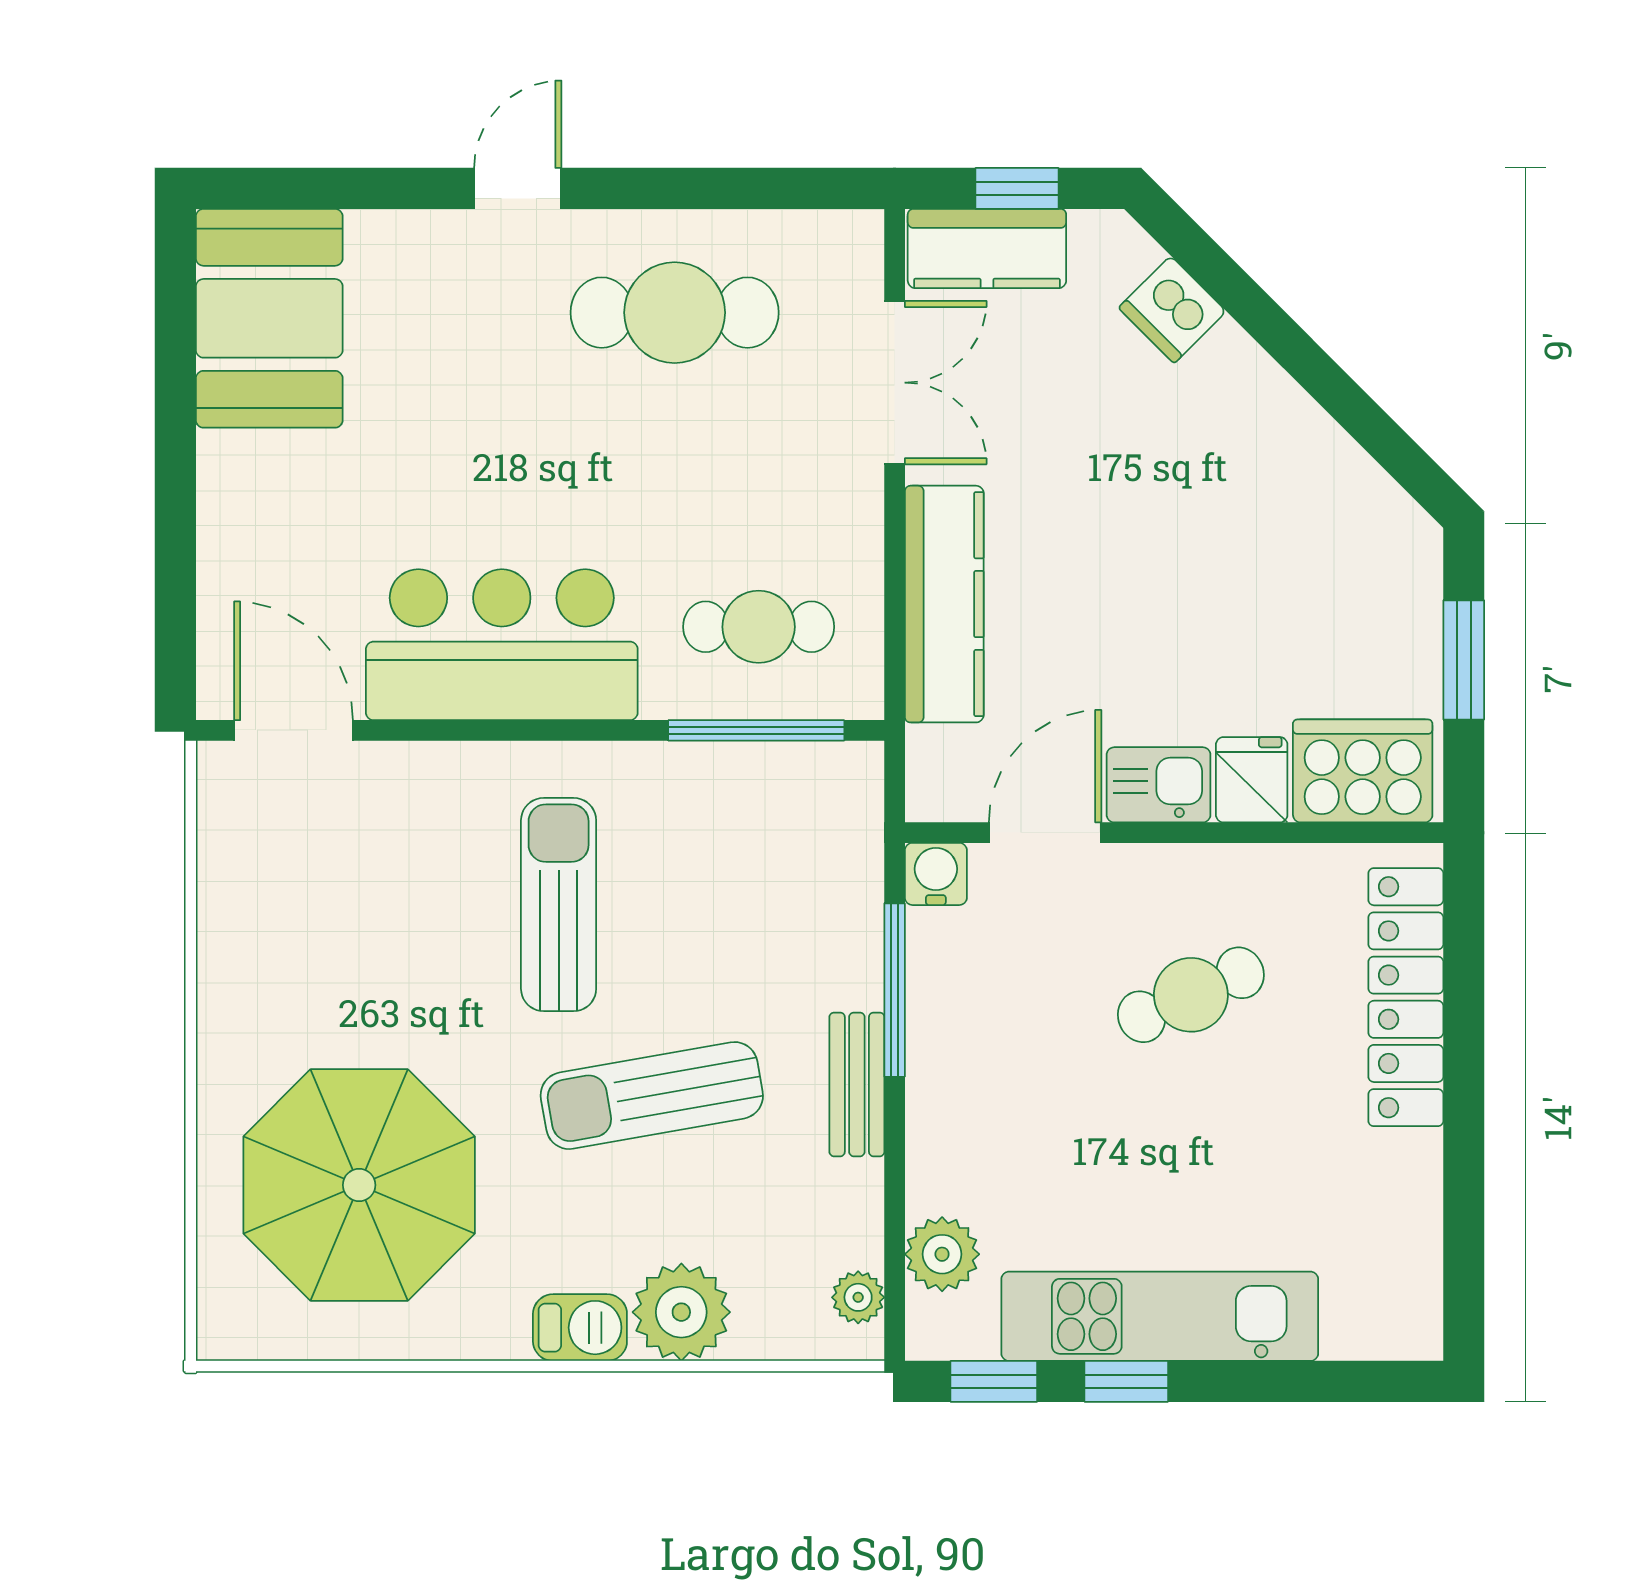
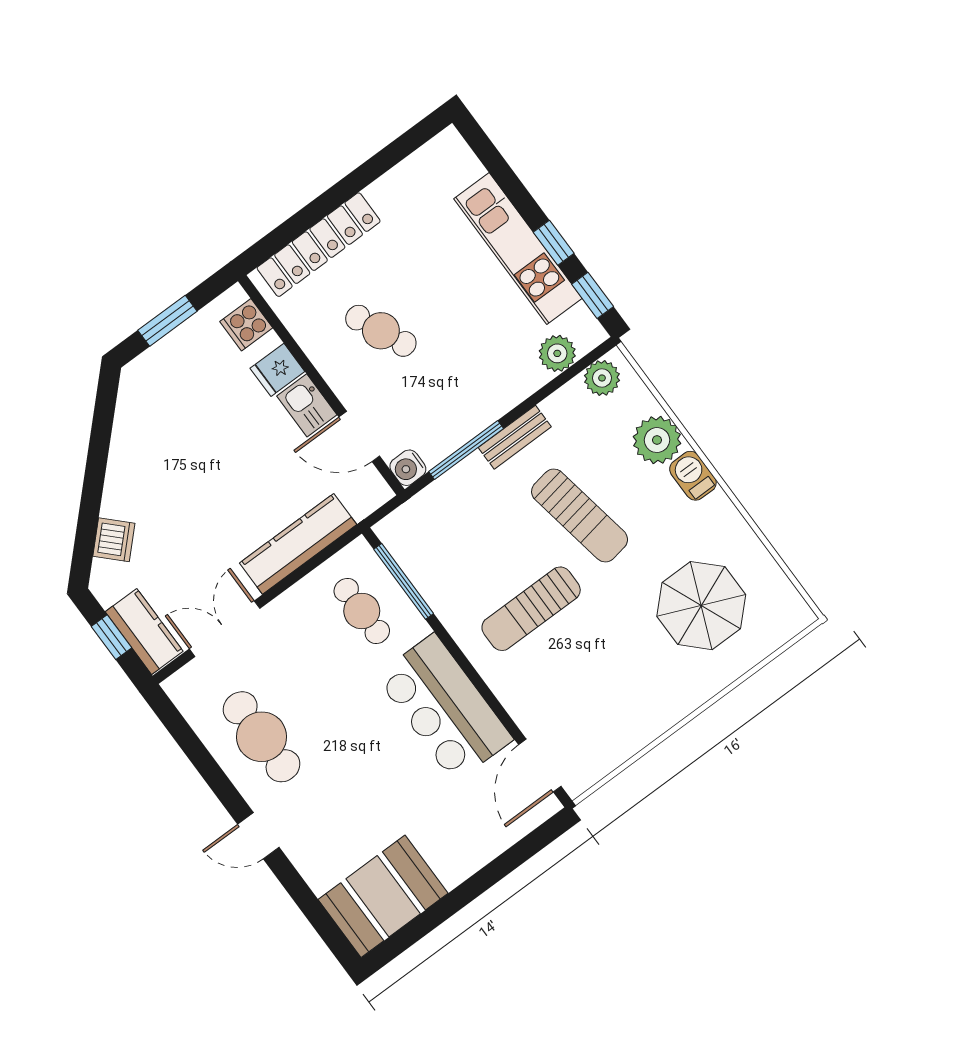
cooker: (1363, 771) -> (246, 325), width x0.53, depth x0.76
parasol: (359, 1185) -> (701, 606), width x0.73, depth x0.73
plant: (858, 1297) -> (602, 378), width x1.38, depth x1.38

